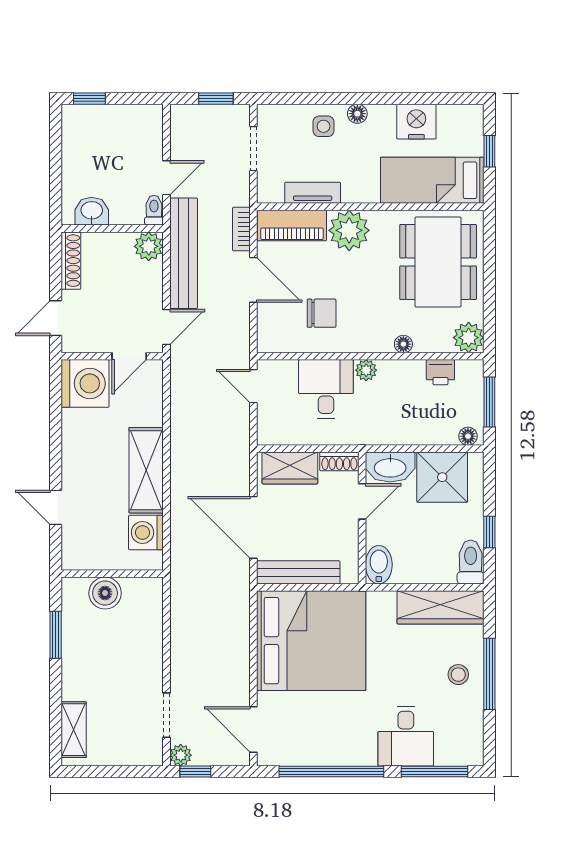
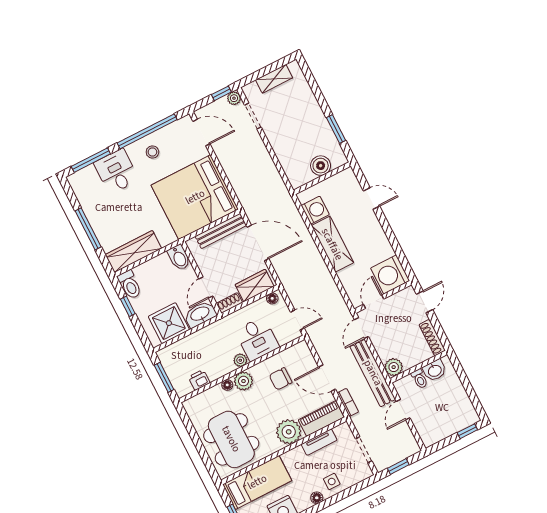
toilet: (154, 210) -> (420, 379), moved
plant: (469, 338) -> (244, 381), moved
floor lamp: (468, 436) -> (272, 298), moved
stool: (458, 675) -> (152, 152), moved
shelving: (74, 730) -> (274, 79), moved, turned 90

